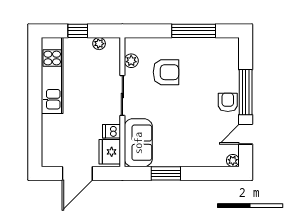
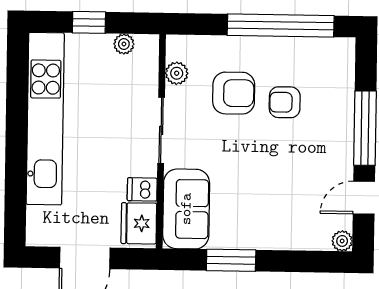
window: (194, 31) -> (281, 25), width x1.46
kitchen unit: (52, 76) -> (45, 119), width x1.36
armchair: (228, 102) -> (285, 102), moved, turned -90

